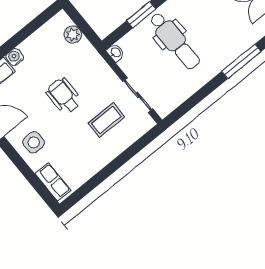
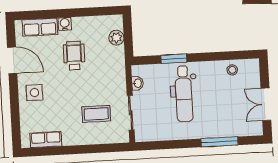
washbasin: (116, 52) -> (137, 83), moved
wheelchair: (64, 96) -> (74, 56), moved
row of seats: (53, 182) -> (46, 140), moved, turned -90

